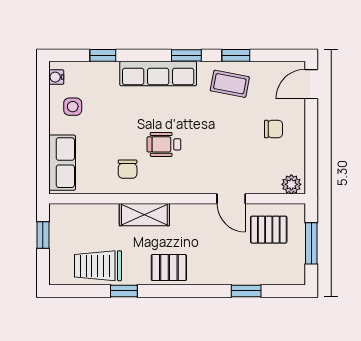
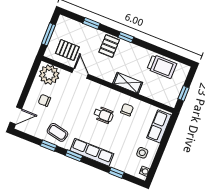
plant: (291, 184) -> (49, 75), width x1.87, depth x1.87
pallet: (169, 268) -> (109, 46), moved, turned 90
window: (124, 291) -> (126, 37), moved

